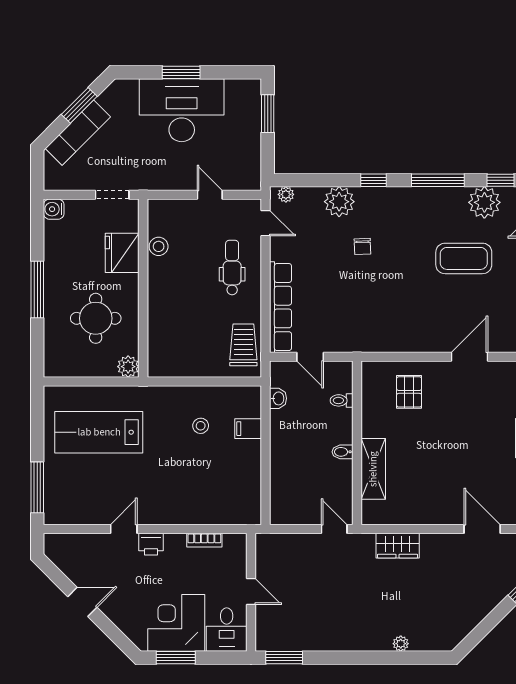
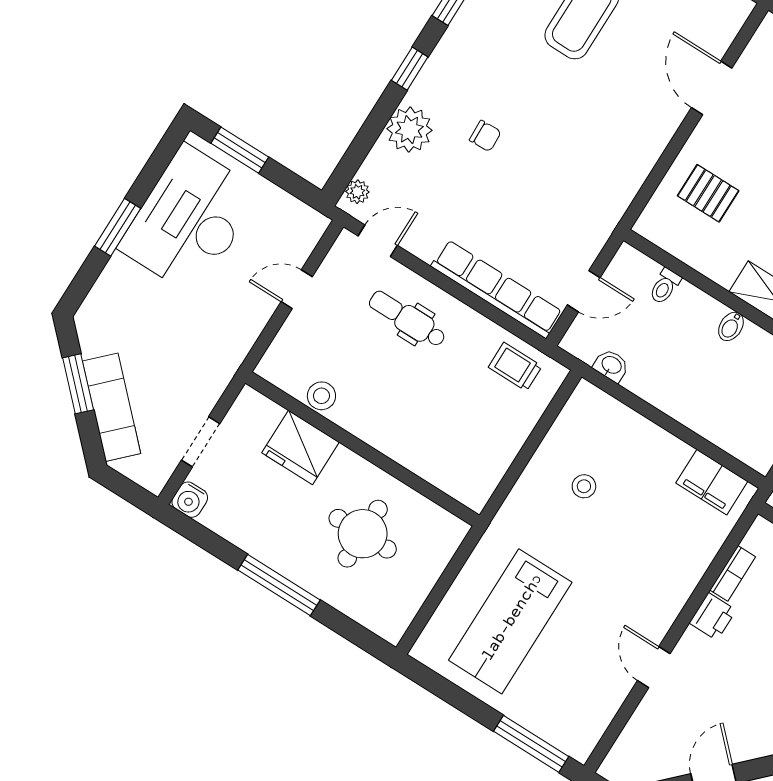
desk: (182, 110) -> (190, 220), moved
doorway: (112, 195) -> (201, 442), moved
trolley: (243, 345) -> (515, 367), width x0.73, depth x0.72
plant: (128, 367) -> (450, 531), removed
filing cabinet: (248, 429) -> (712, 482), moved, width x2.00
printer: (151, 544) -> (713, 617), moved

